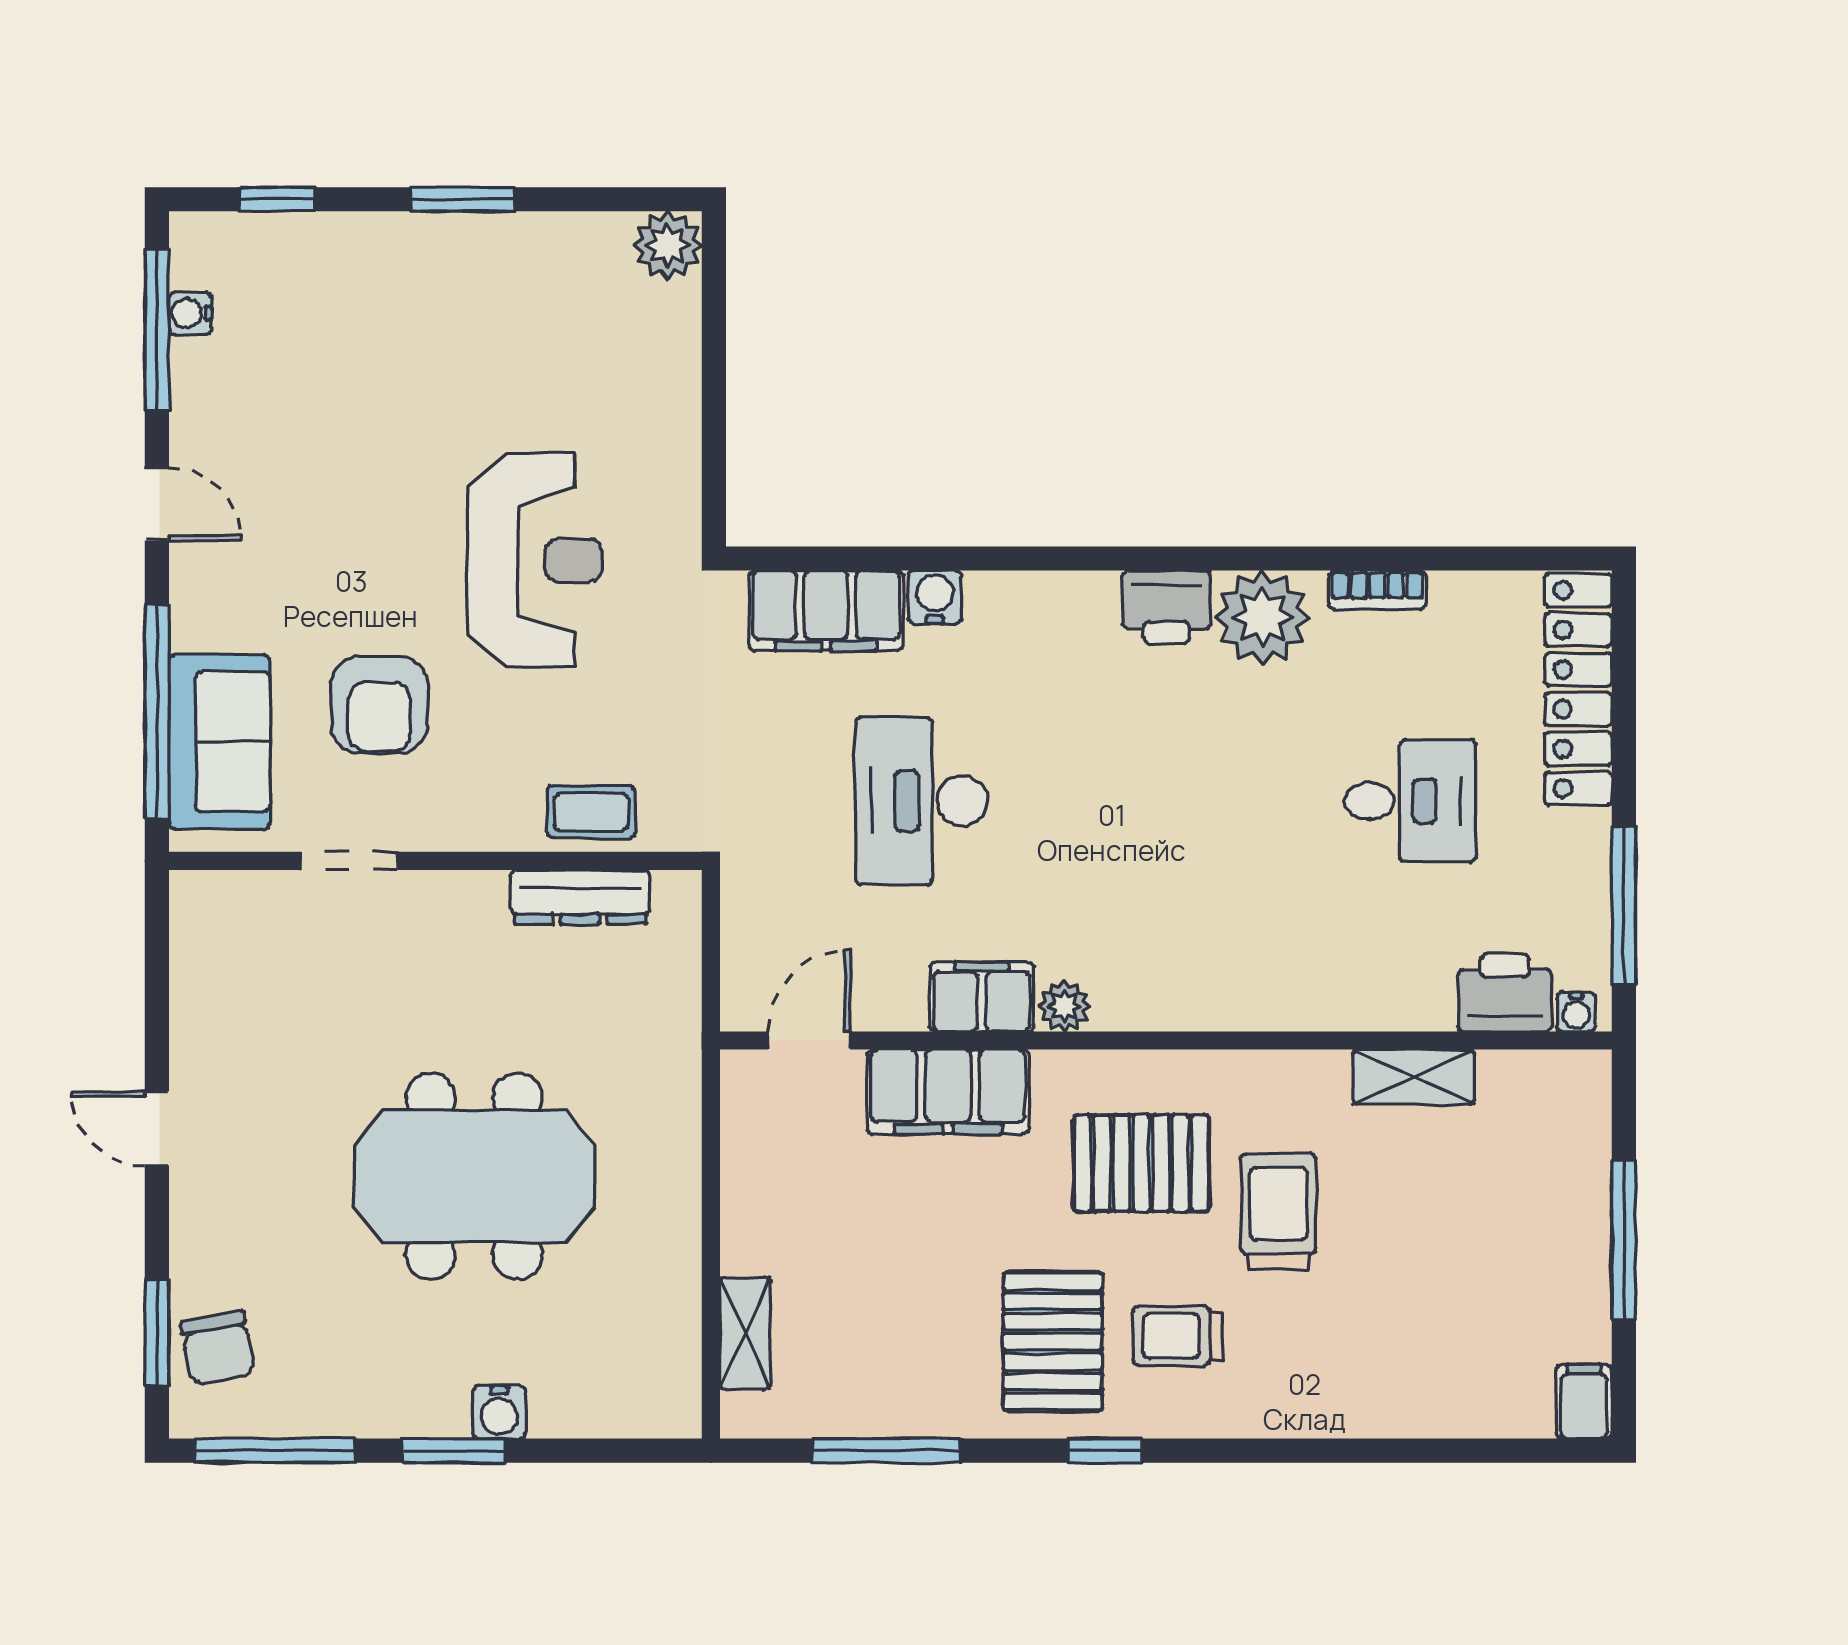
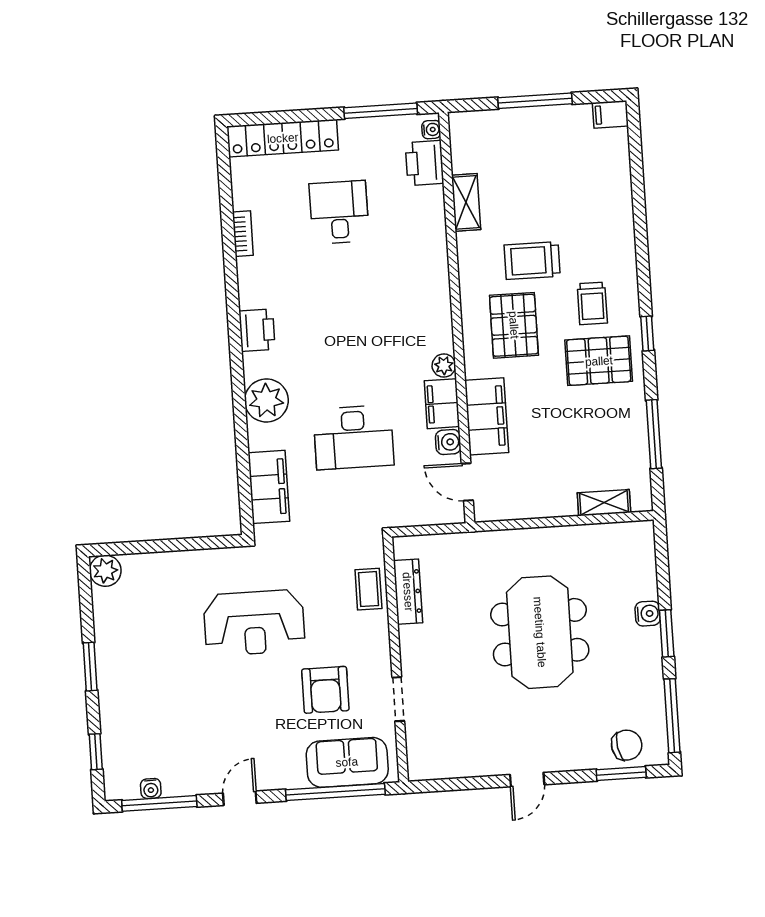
reception desk: (534, 560) -> (254, 623), turned 180
water cooler: (935, 597) -> (448, 442), moved, turned 180
plant: (1263, 618) -> (266, 400), moved
armchair: (379, 705) -> (325, 690), turned 90

